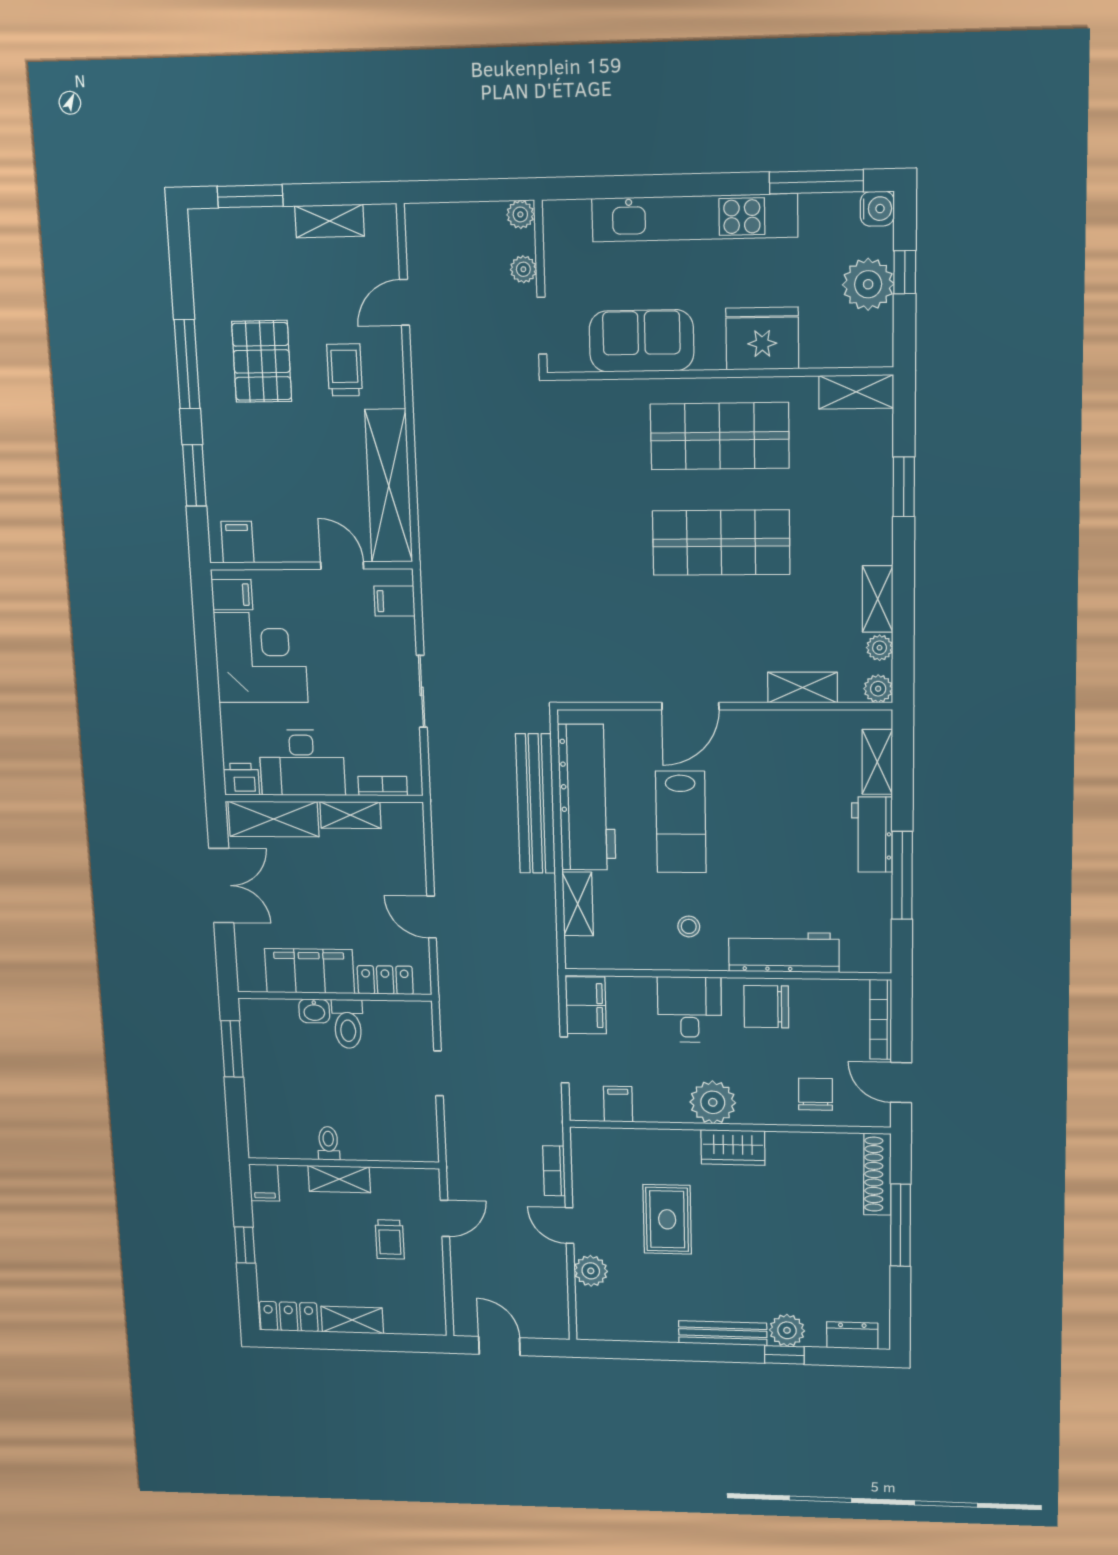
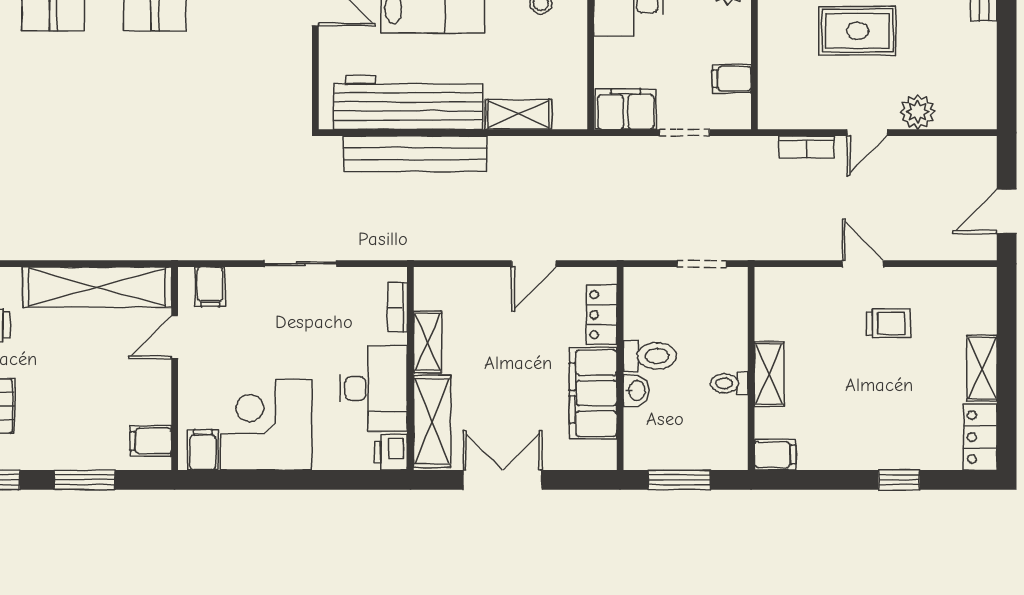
toilet: (328, 1143) -> (729, 383), moved
wall: (343, 1163) -> (751, 368), moved
shelving: (339, 1179) -> (769, 374), moved
filing cabinet: (264, 1183) -> (775, 455), moved

